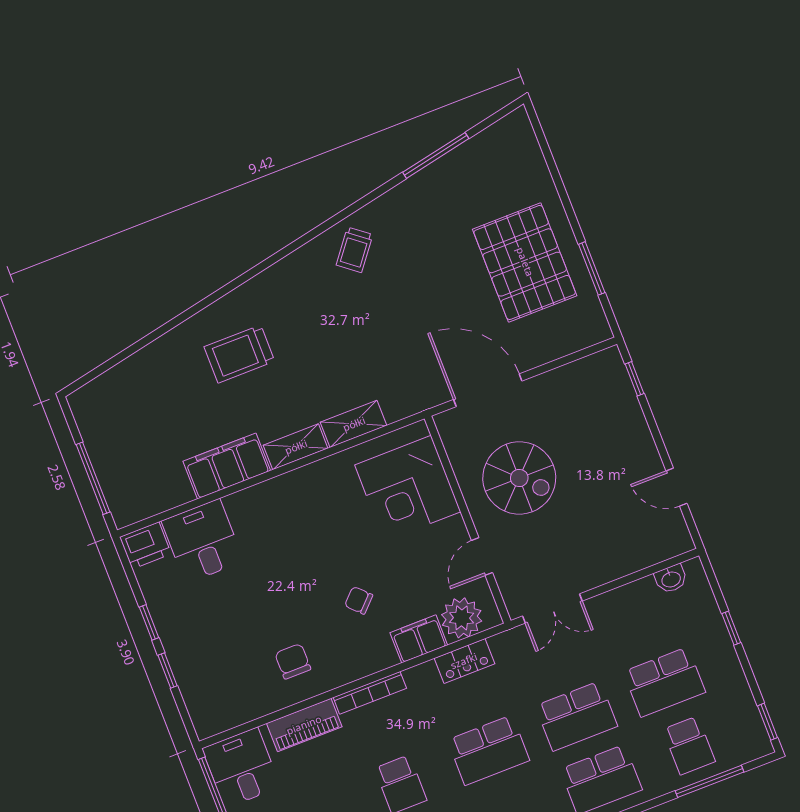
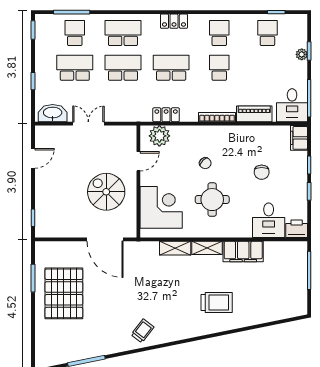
door: (677, 487) -> (33, 158), hinge flipped
round table: (320, 539) -> (212, 200), added
washbasin: (671, 579) -> (53, 113), width x1.91, depth x1.45
double door: (552, 608) -> (88, 124), moved
filing cabinet: (419, 639) -> (299, 138), moved, turned 90
chair: (293, 661) -> (262, 172), moved

